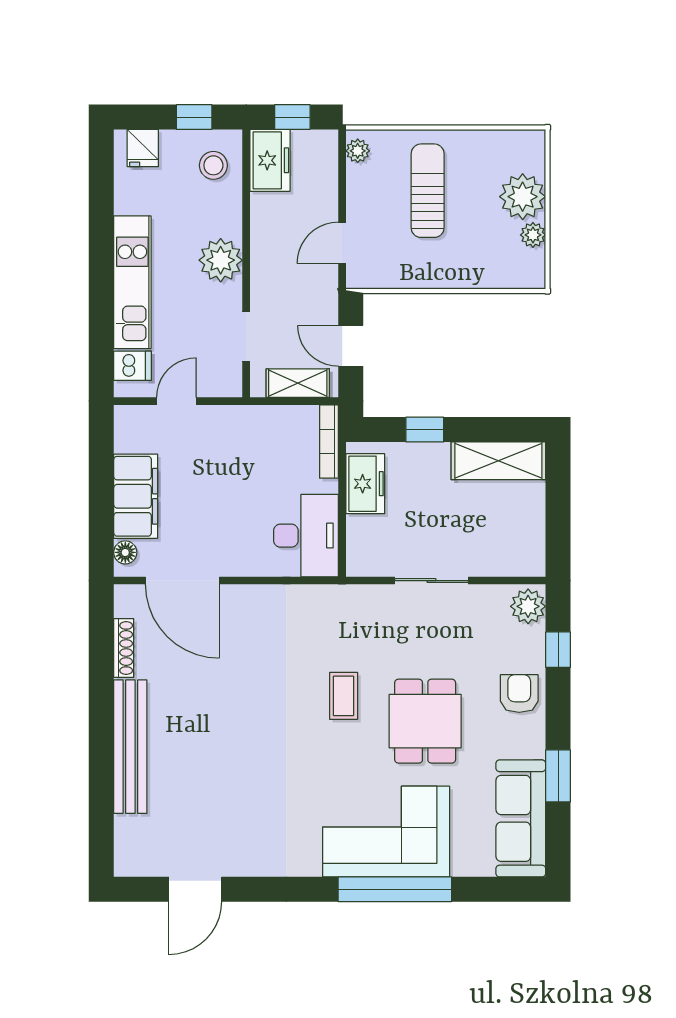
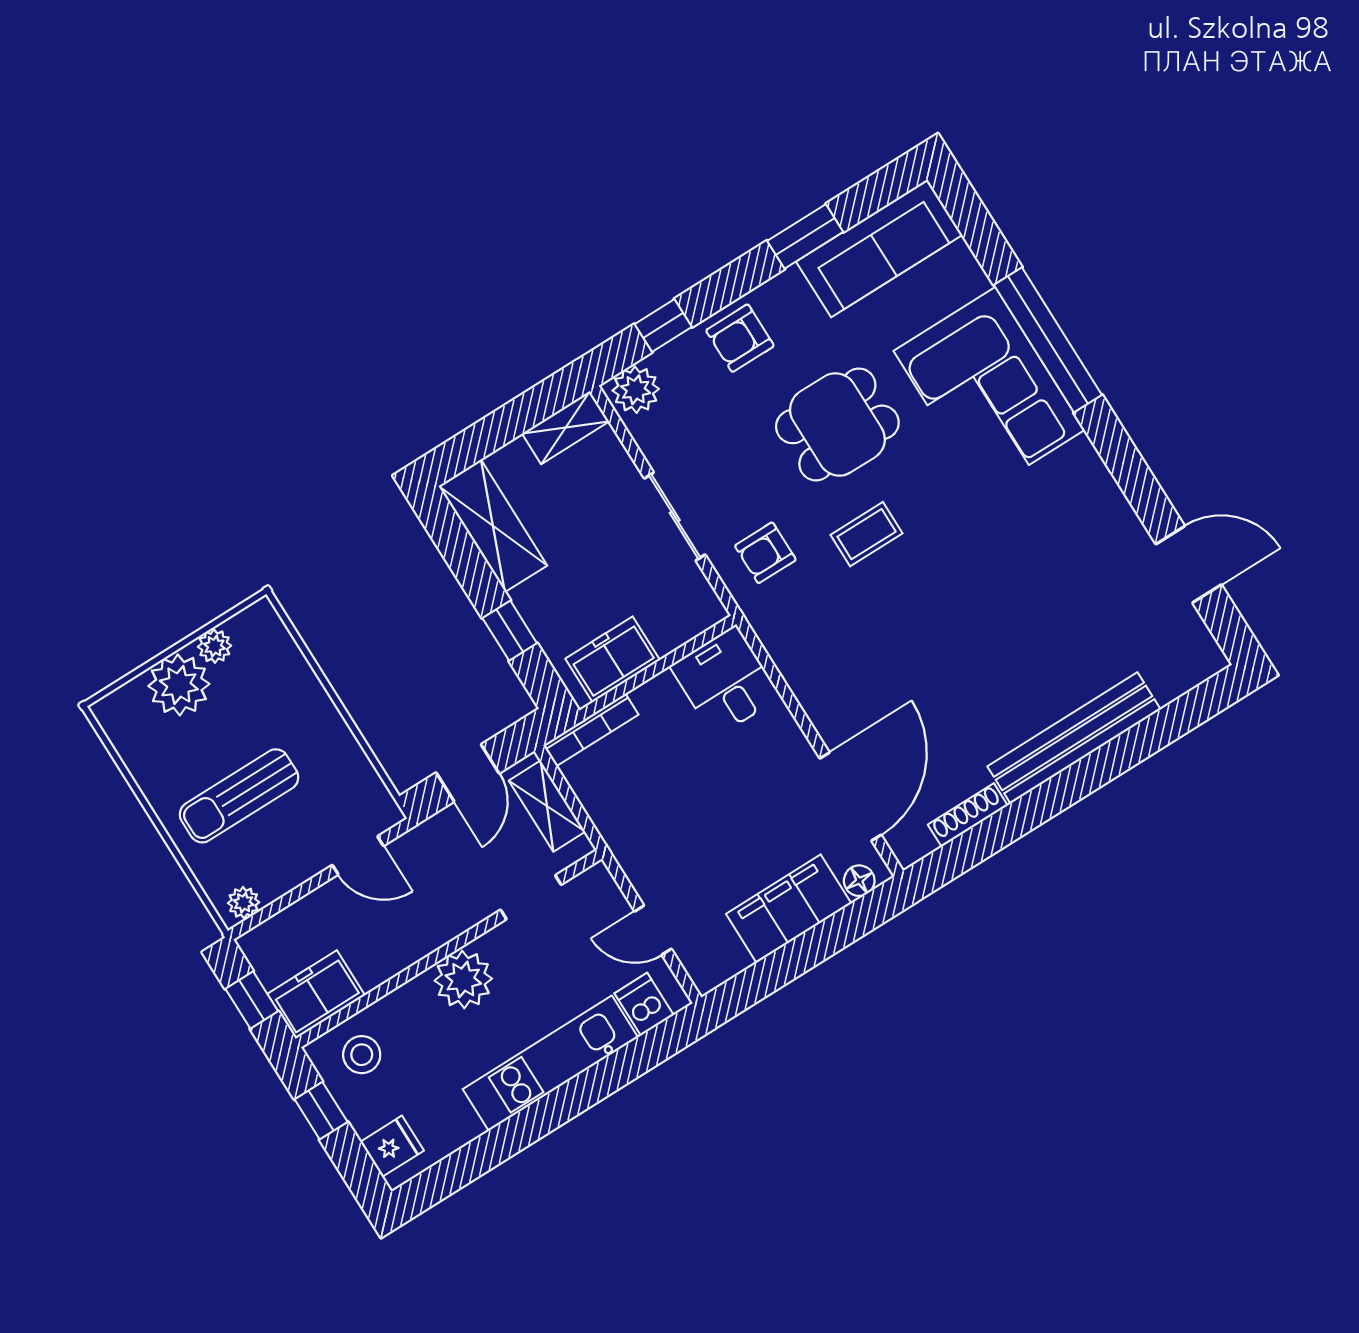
desk: (306, 536) -> (725, 681), width x0.73
shelving: (532, 546) -> (566, 428), added
armchair: (372, 624) -> (765, 553), added

